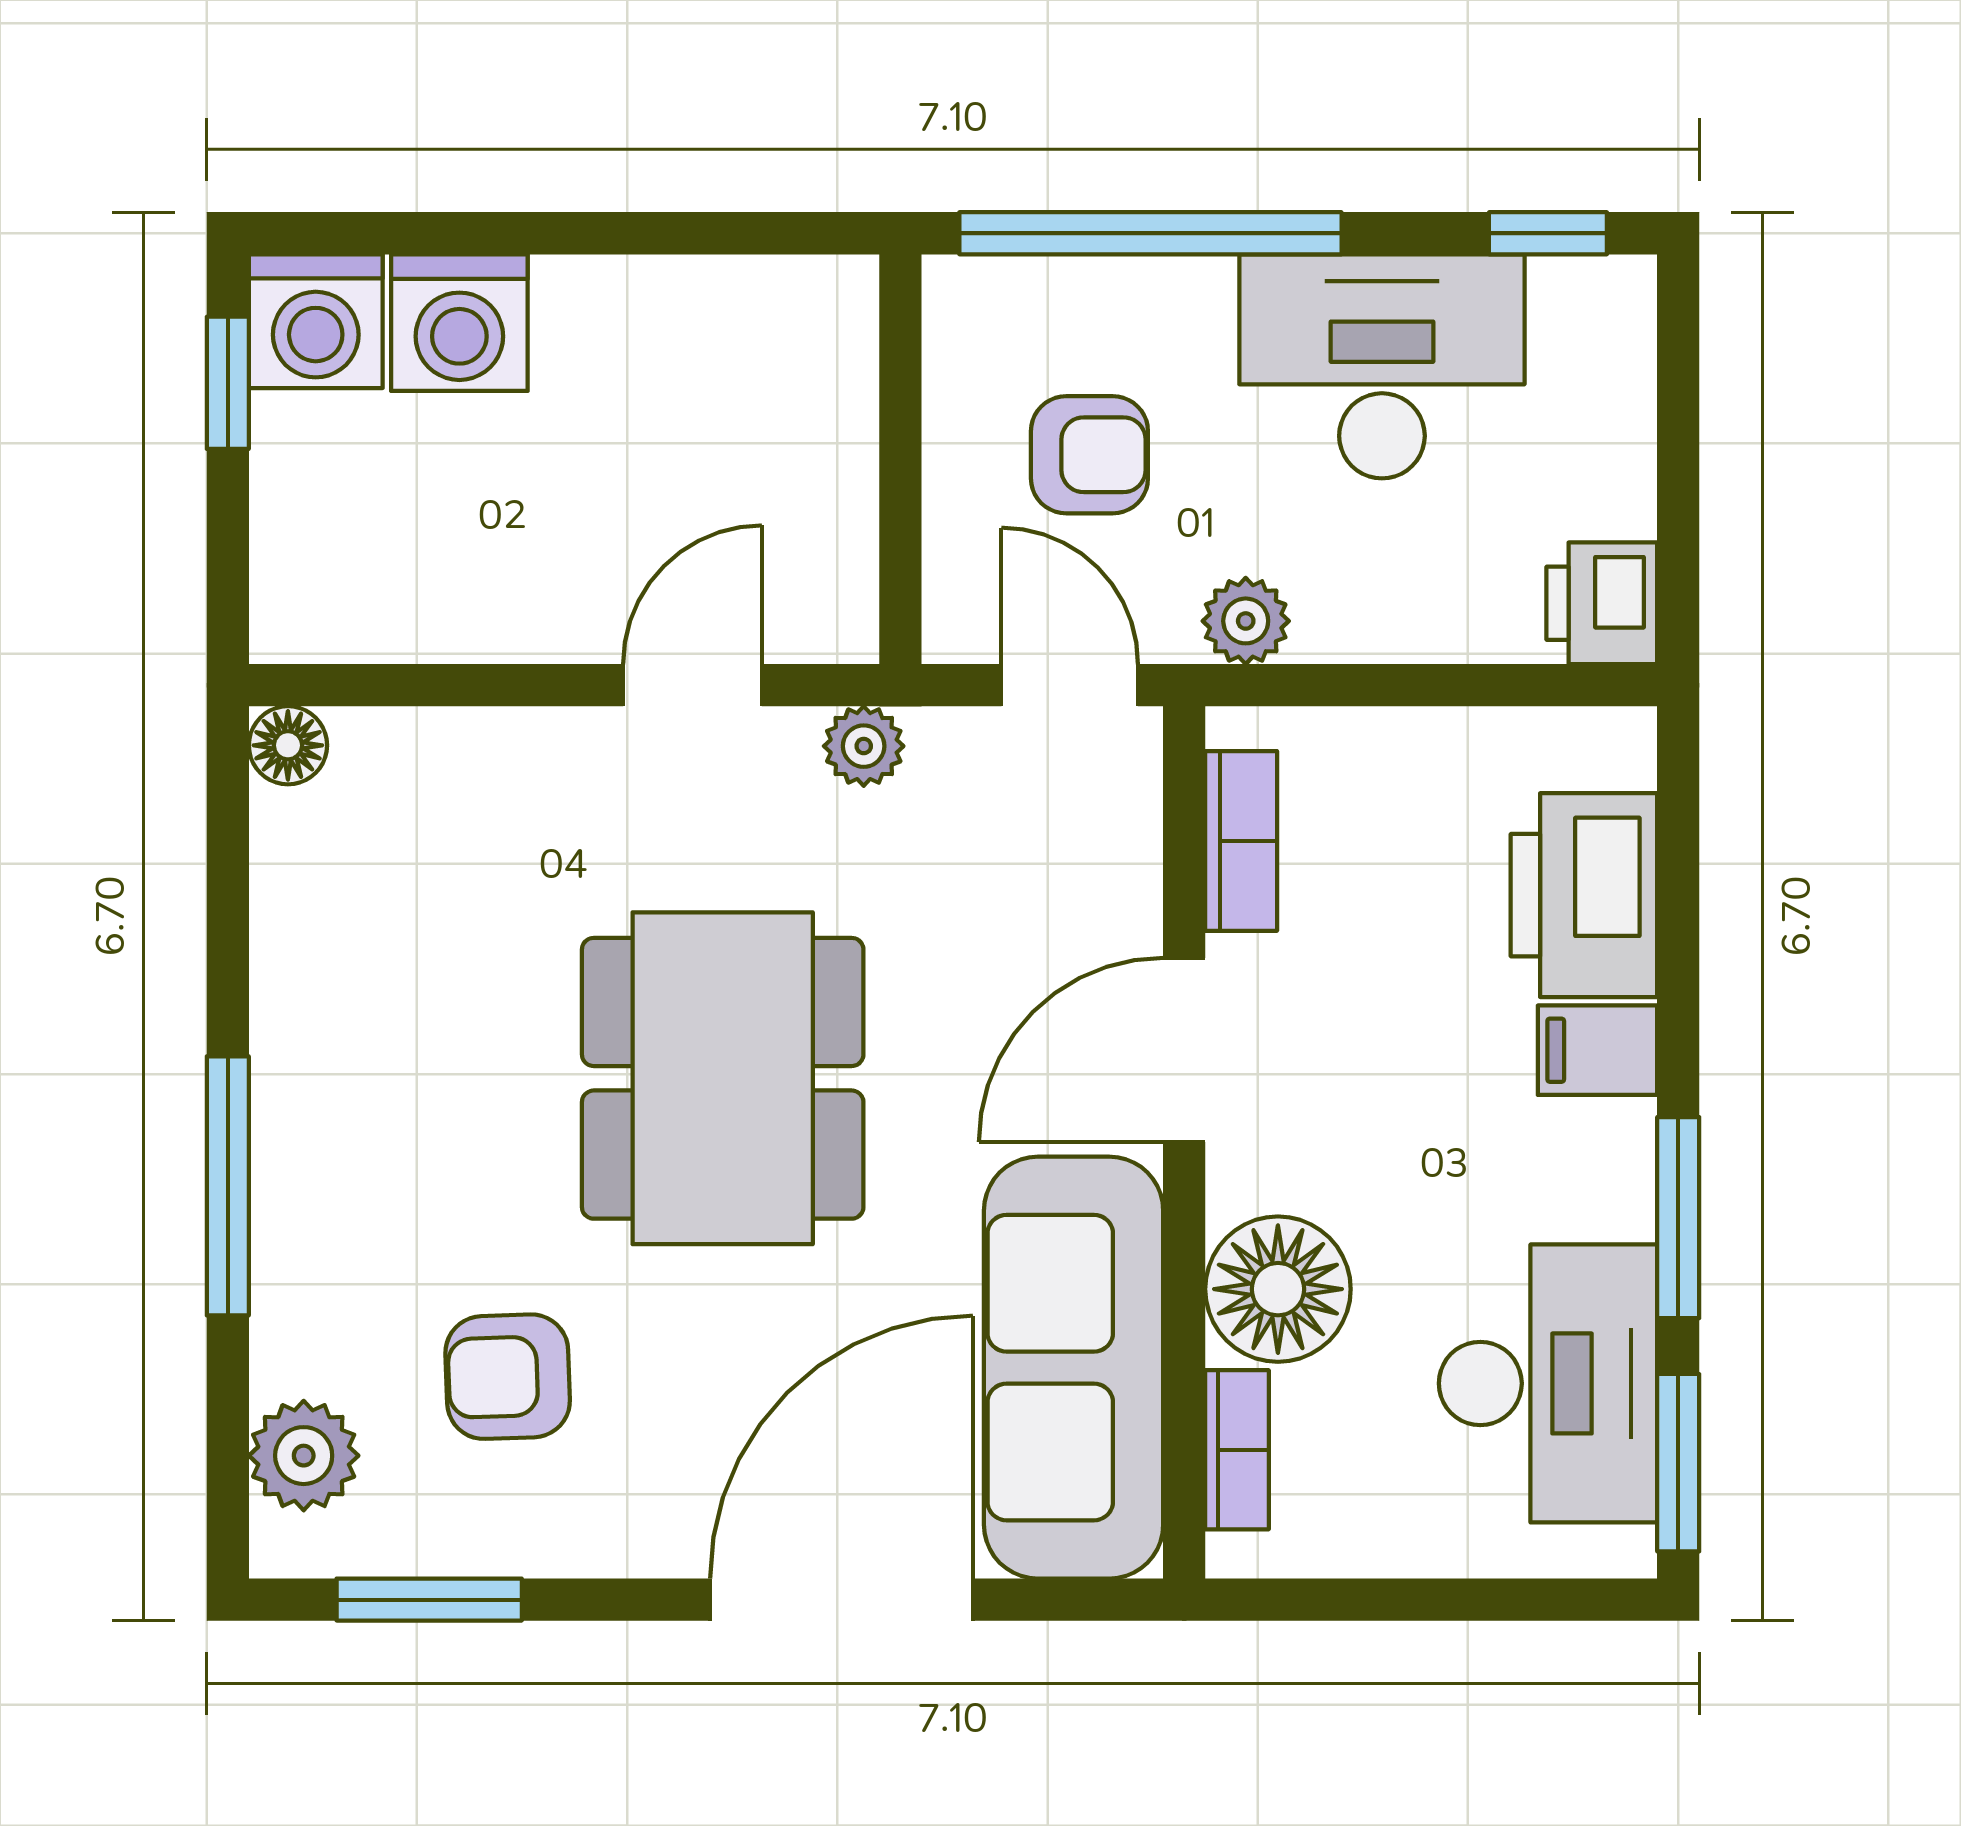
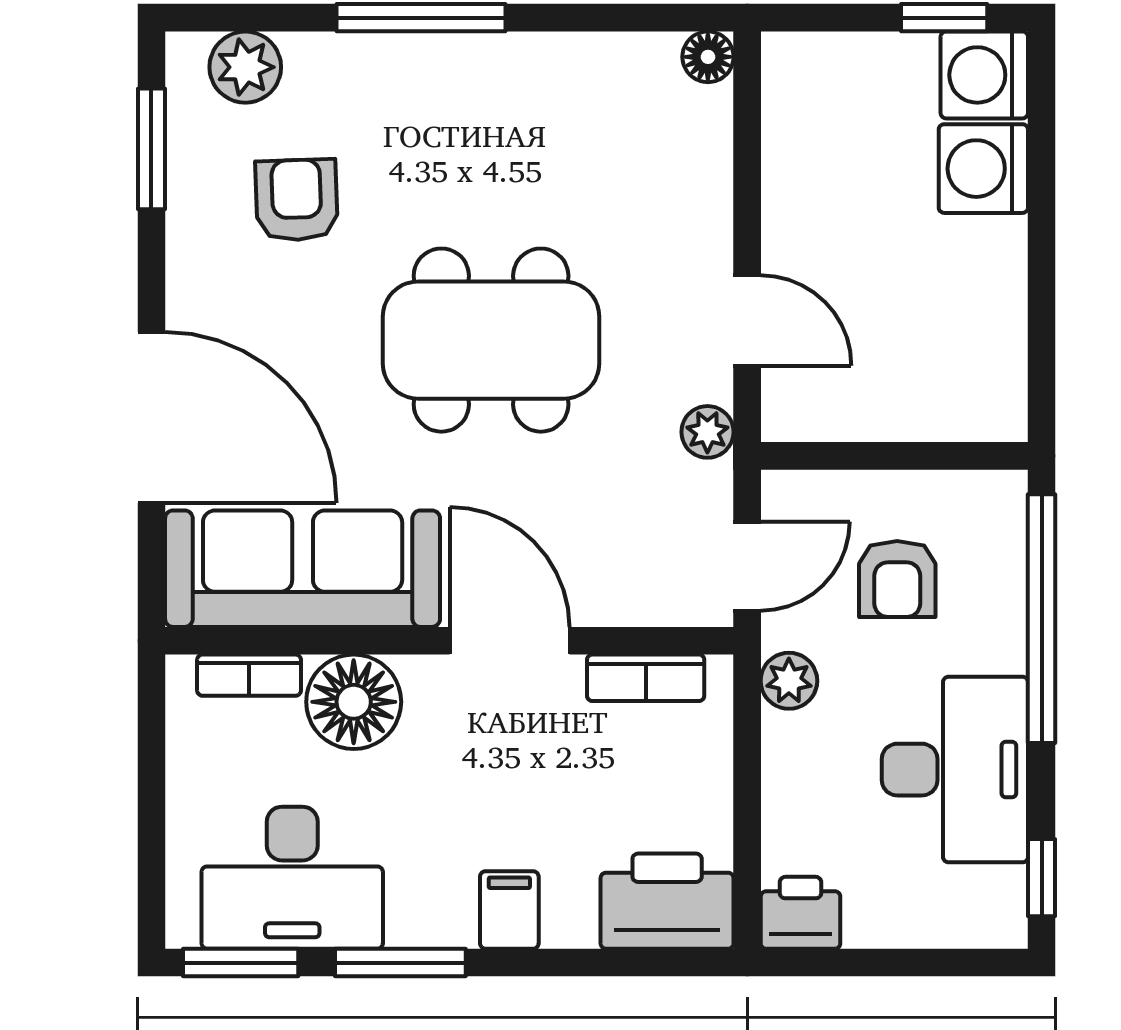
printer: (1584, 895) -> (667, 901), moved

